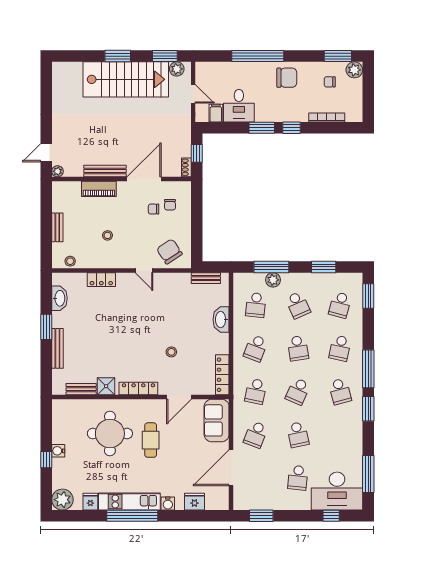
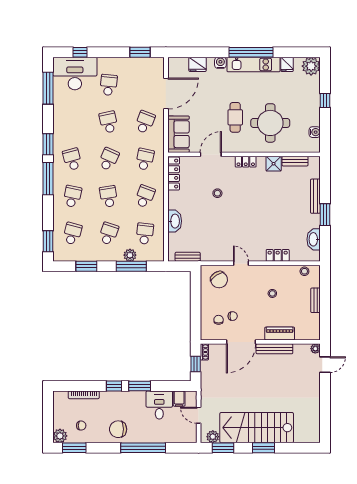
school desk: (298, 305) -> (109, 234), turned 42
locker: (138, 388) -> (246, 162), width x0.66
water cooler: (58, 451) -> (315, 132), moved

